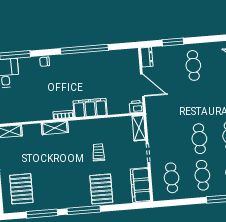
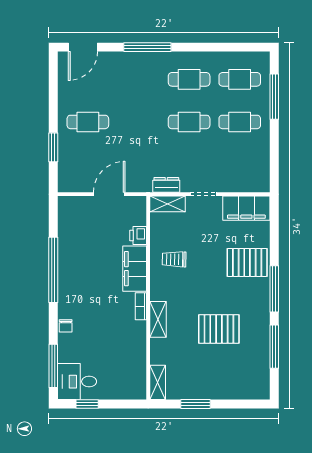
dresser: (147, 57) -> (166, 185), moved
printer: (136, 107) -> (138, 235), moved
trolley: (99, 152) -> (174, 259), moved
cafe table: (172, 178) -> (240, 165), removed
pallet: (21, 189) -> (219, 329), moved

